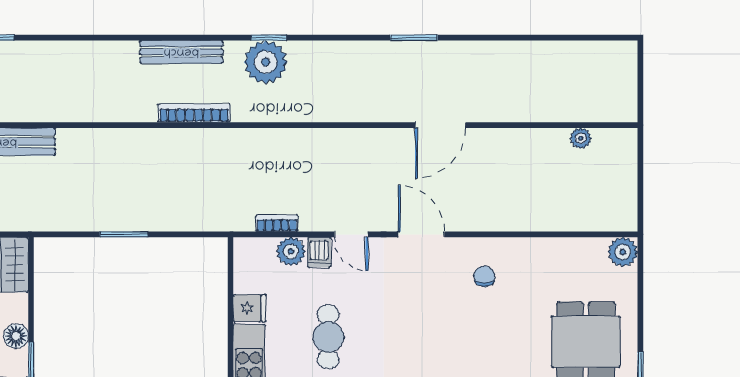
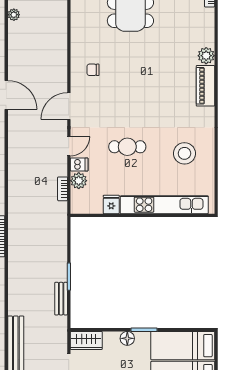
bench: (85, 221) -> (61, 299), added
cafe table: (328, 337) -> (127, 147), moved

